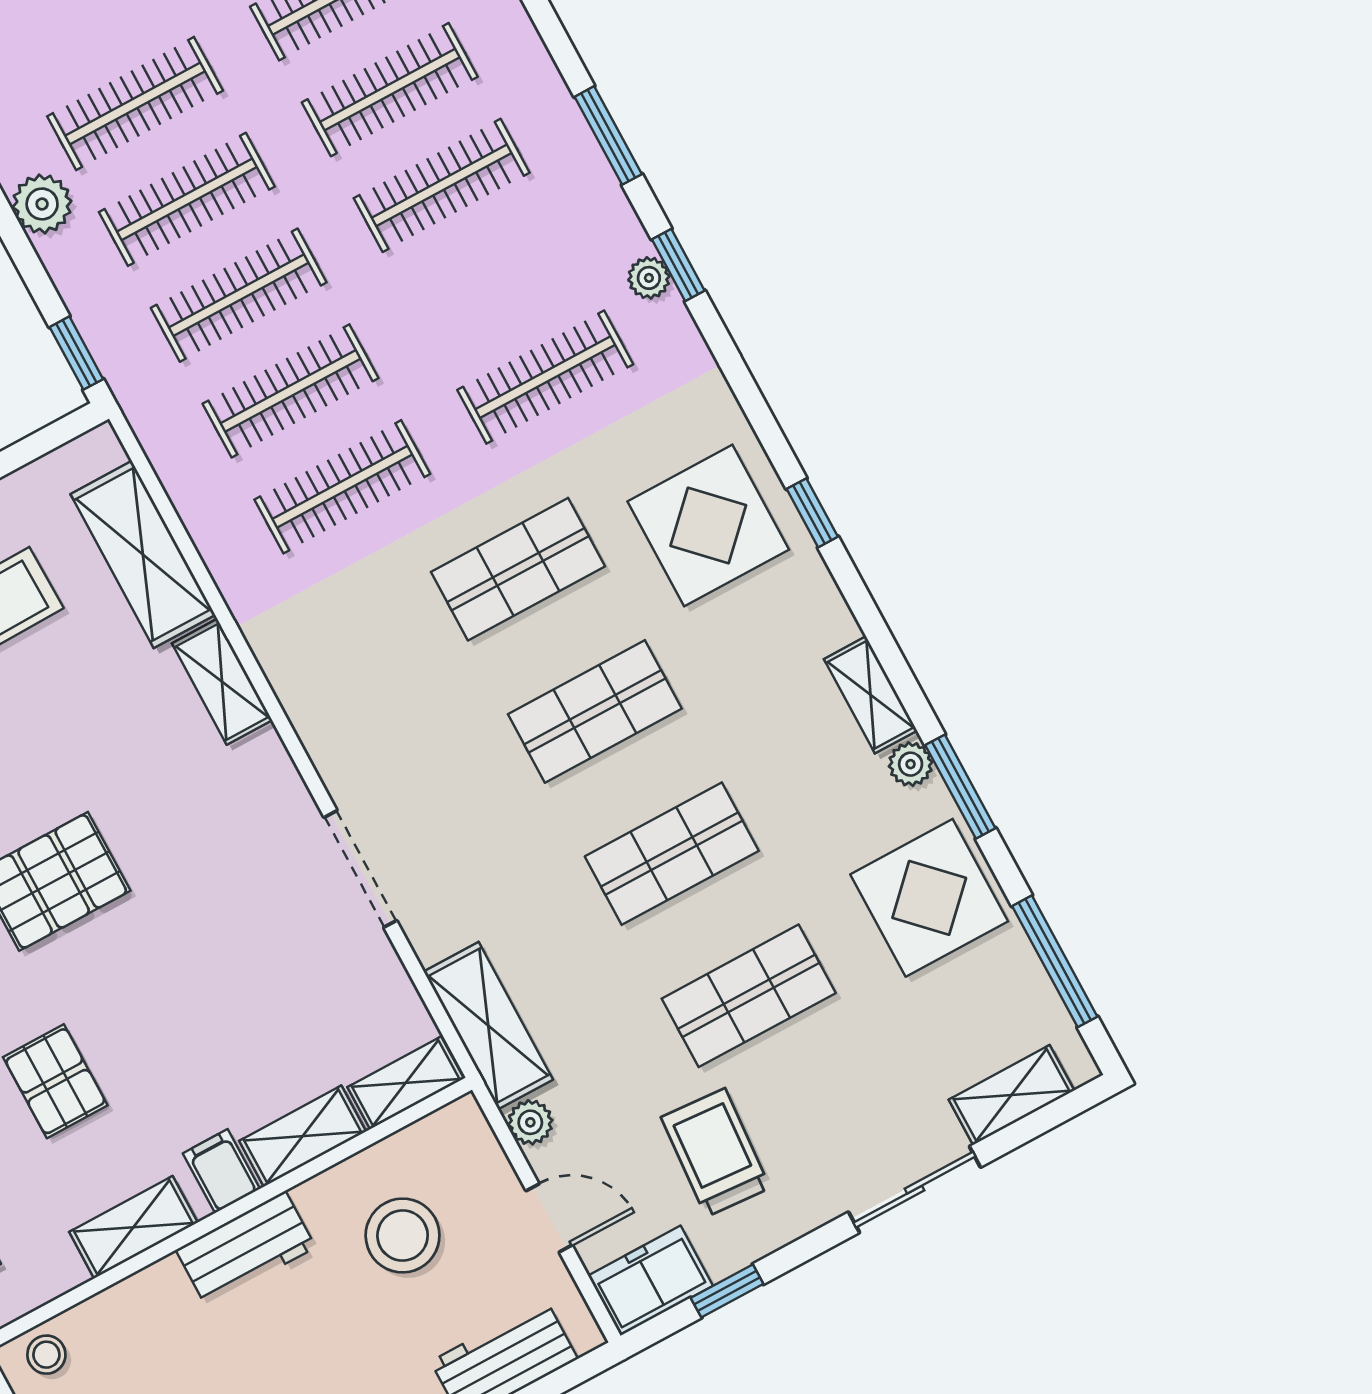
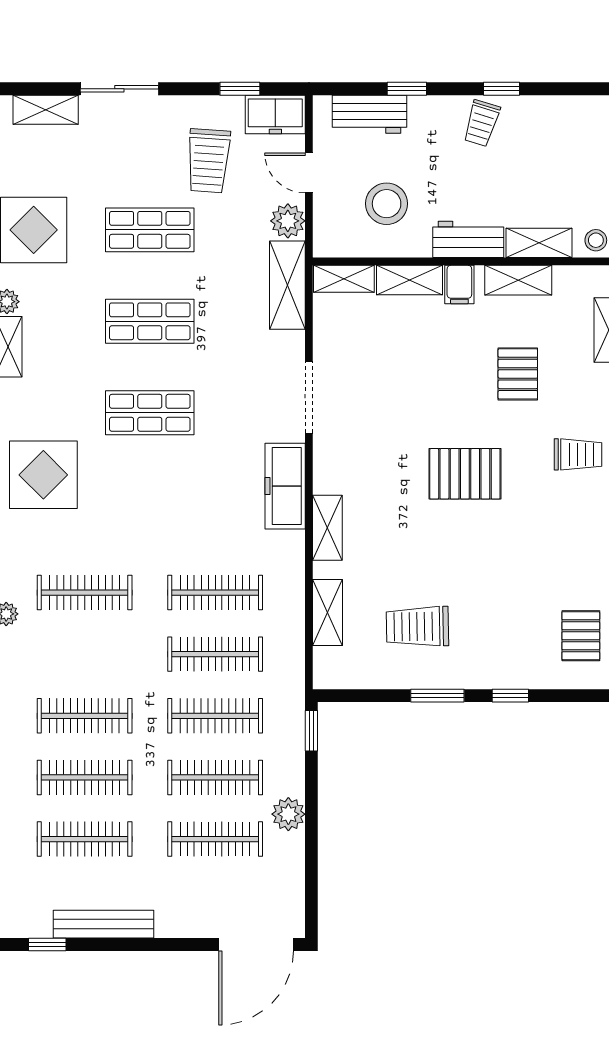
shelving: (143, 554) -> (328, 613), width x0.67, depth x0.75
shop shelf: (518, 569) -> (150, 504), removed
freezer: (323, 711) -> (285, 486), added
plant: (530, 1122) -> (288, 221), width x1.38, depth x1.38
shelving: (133, 1303) -> (539, 243), added

